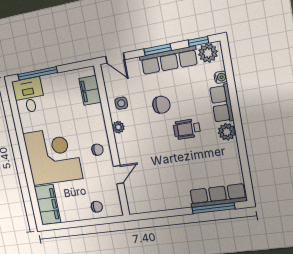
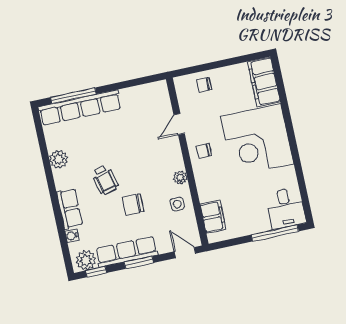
wheelchair: (187, 129) -> (105, 180), turned 76
plant: (227, 132) -> (59, 159), moved
row of seats: (218, 196) -> (80, 108), width x1.36

